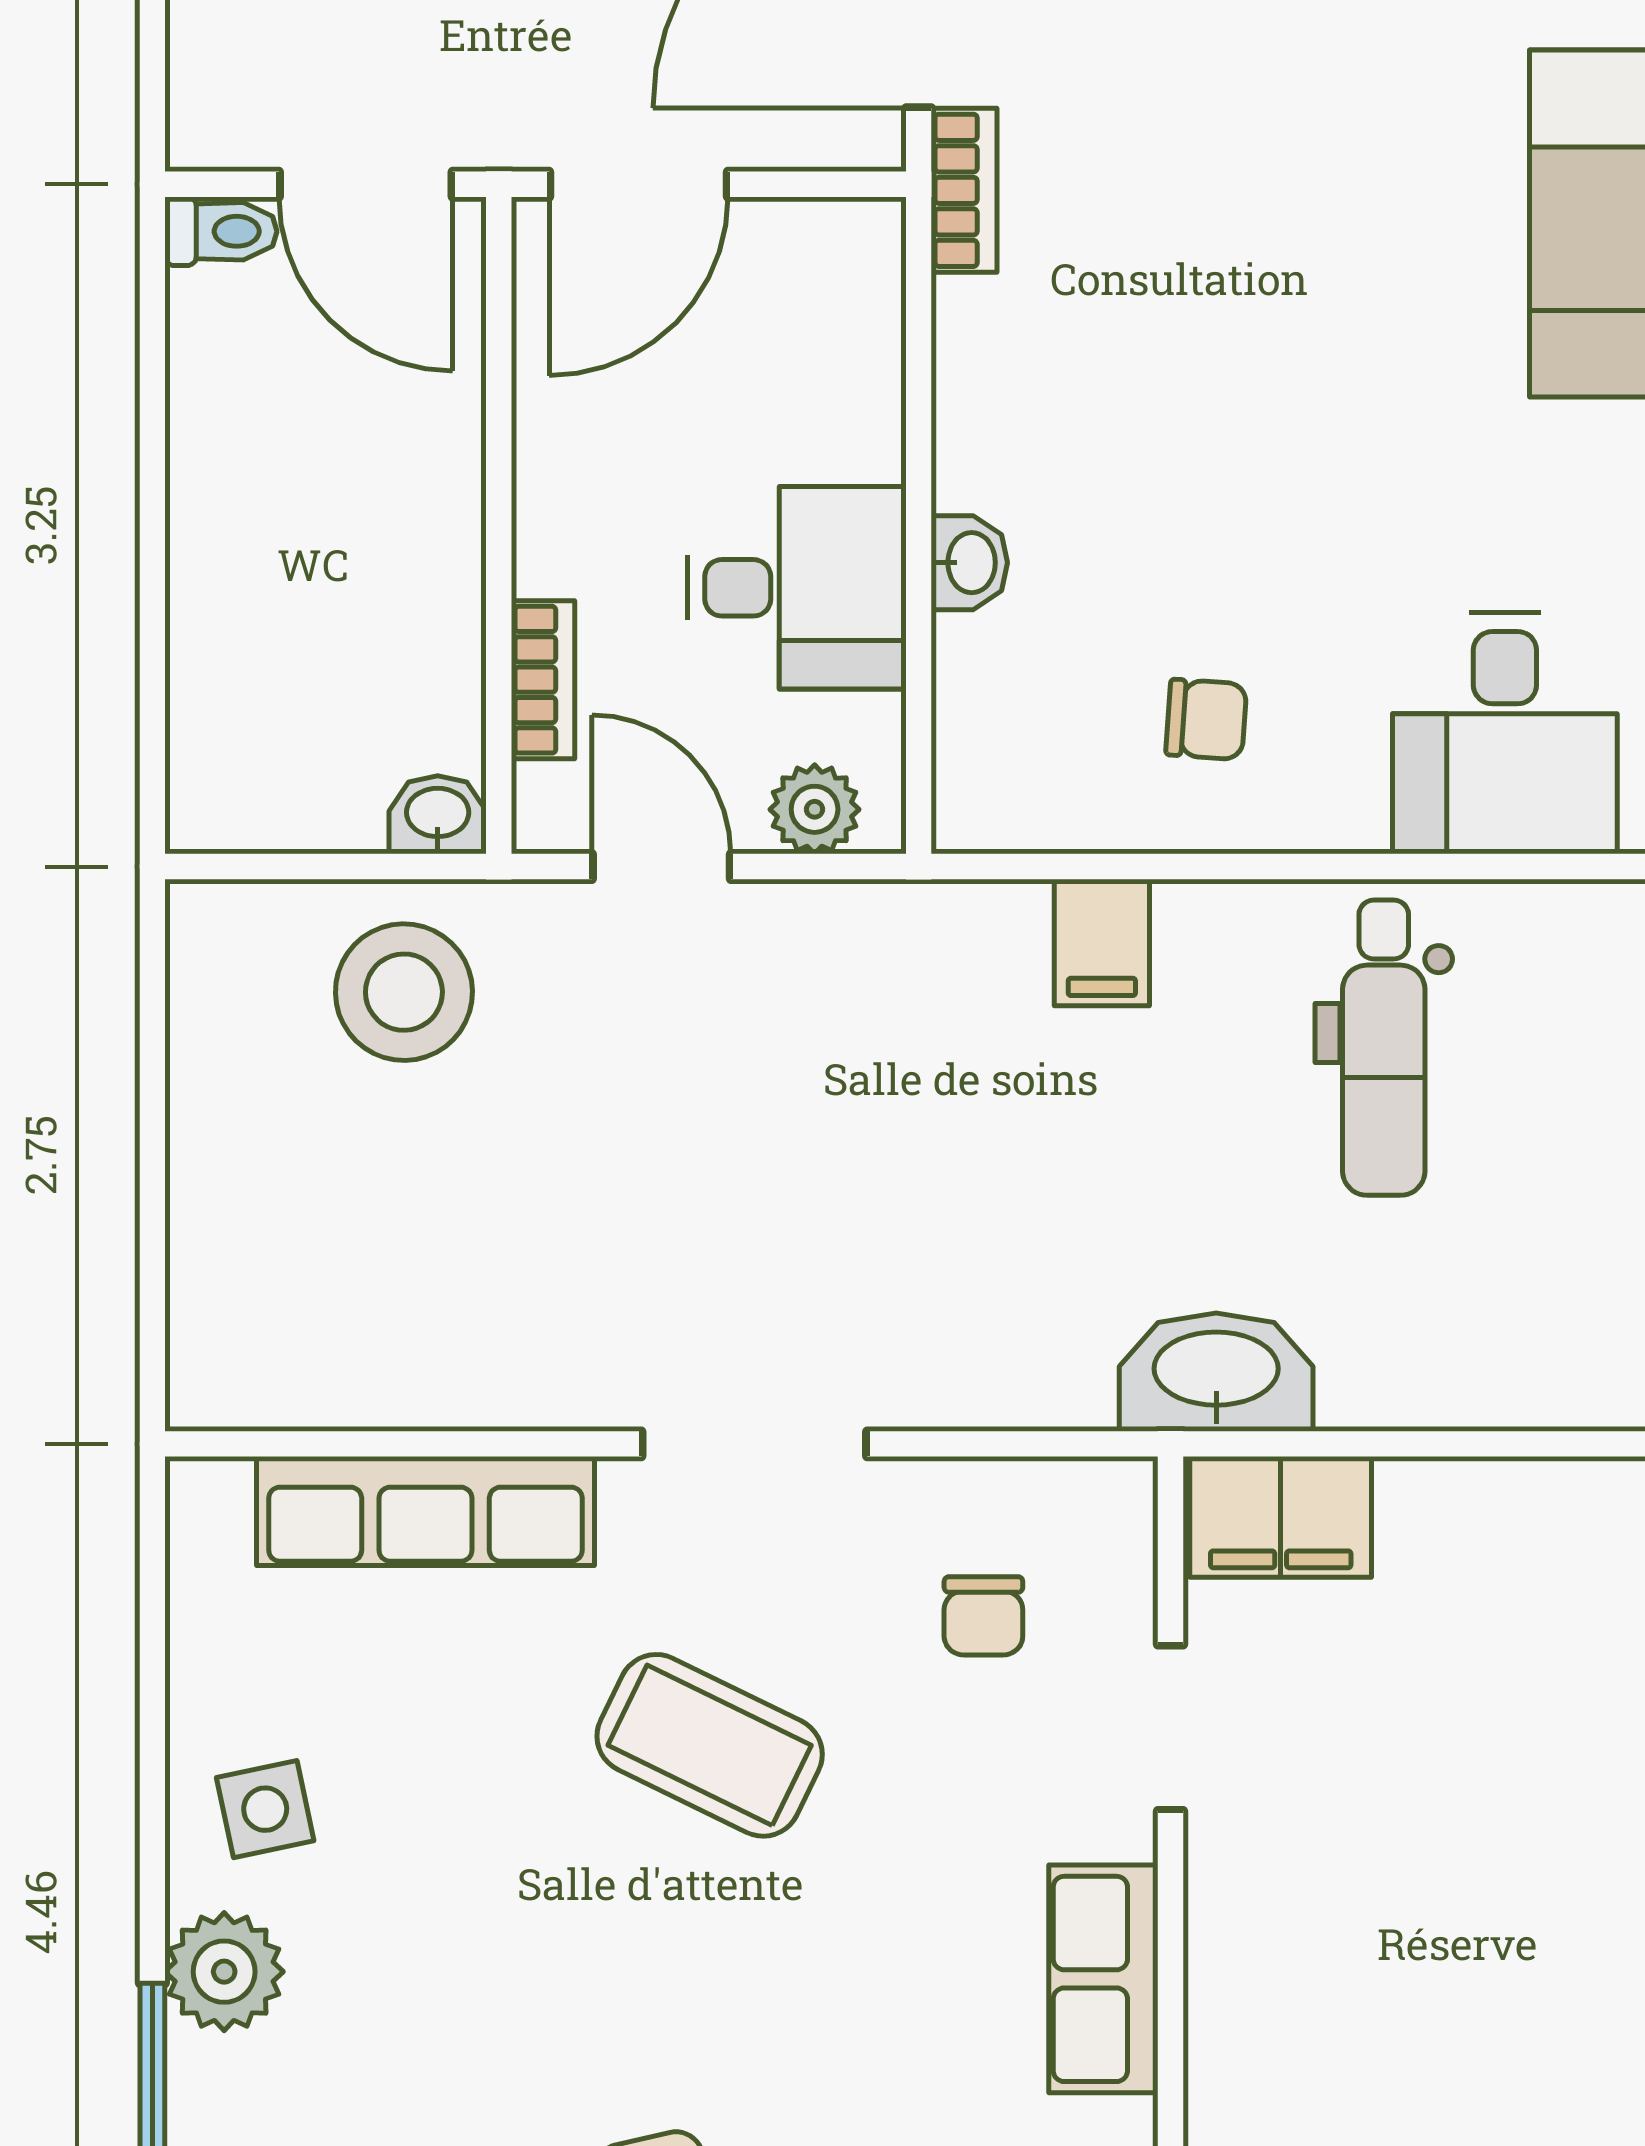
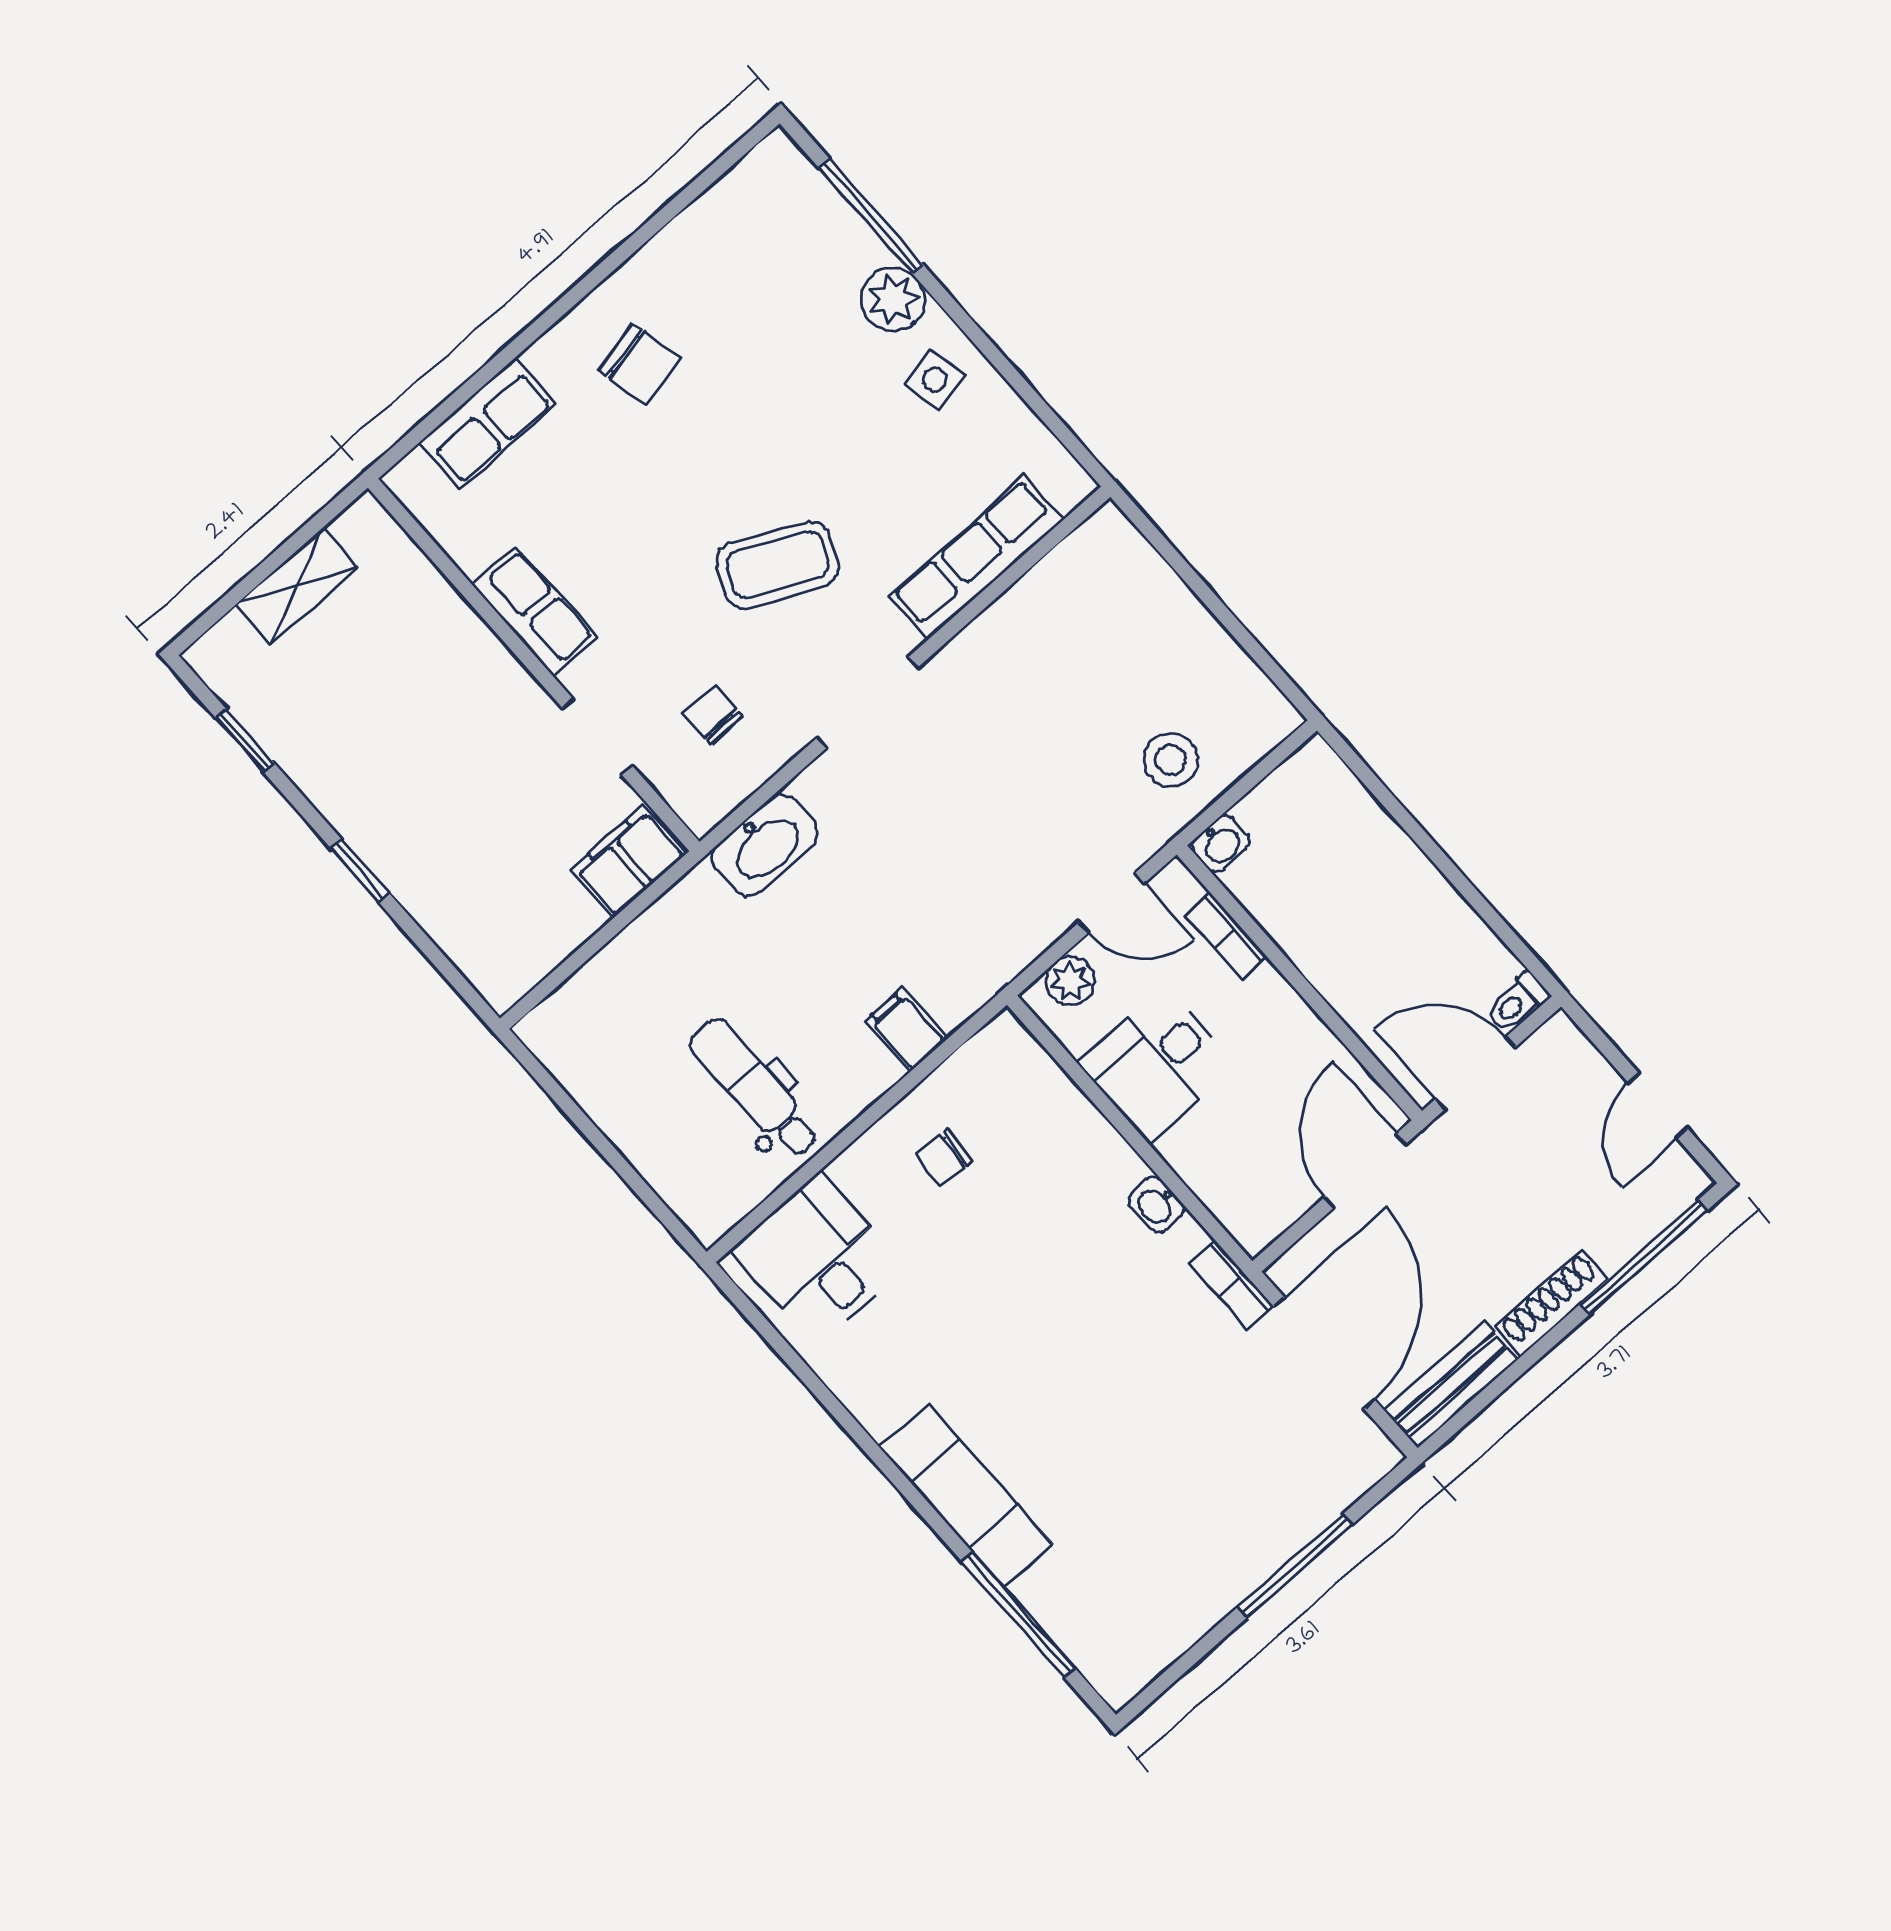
washbasin: (969, 563) -> (1156, 1205), moved
stool: (404, 992) -> (1171, 760), width x0.73, depth x0.73
washbasin: (1216, 1372) -> (765, 845), moved

